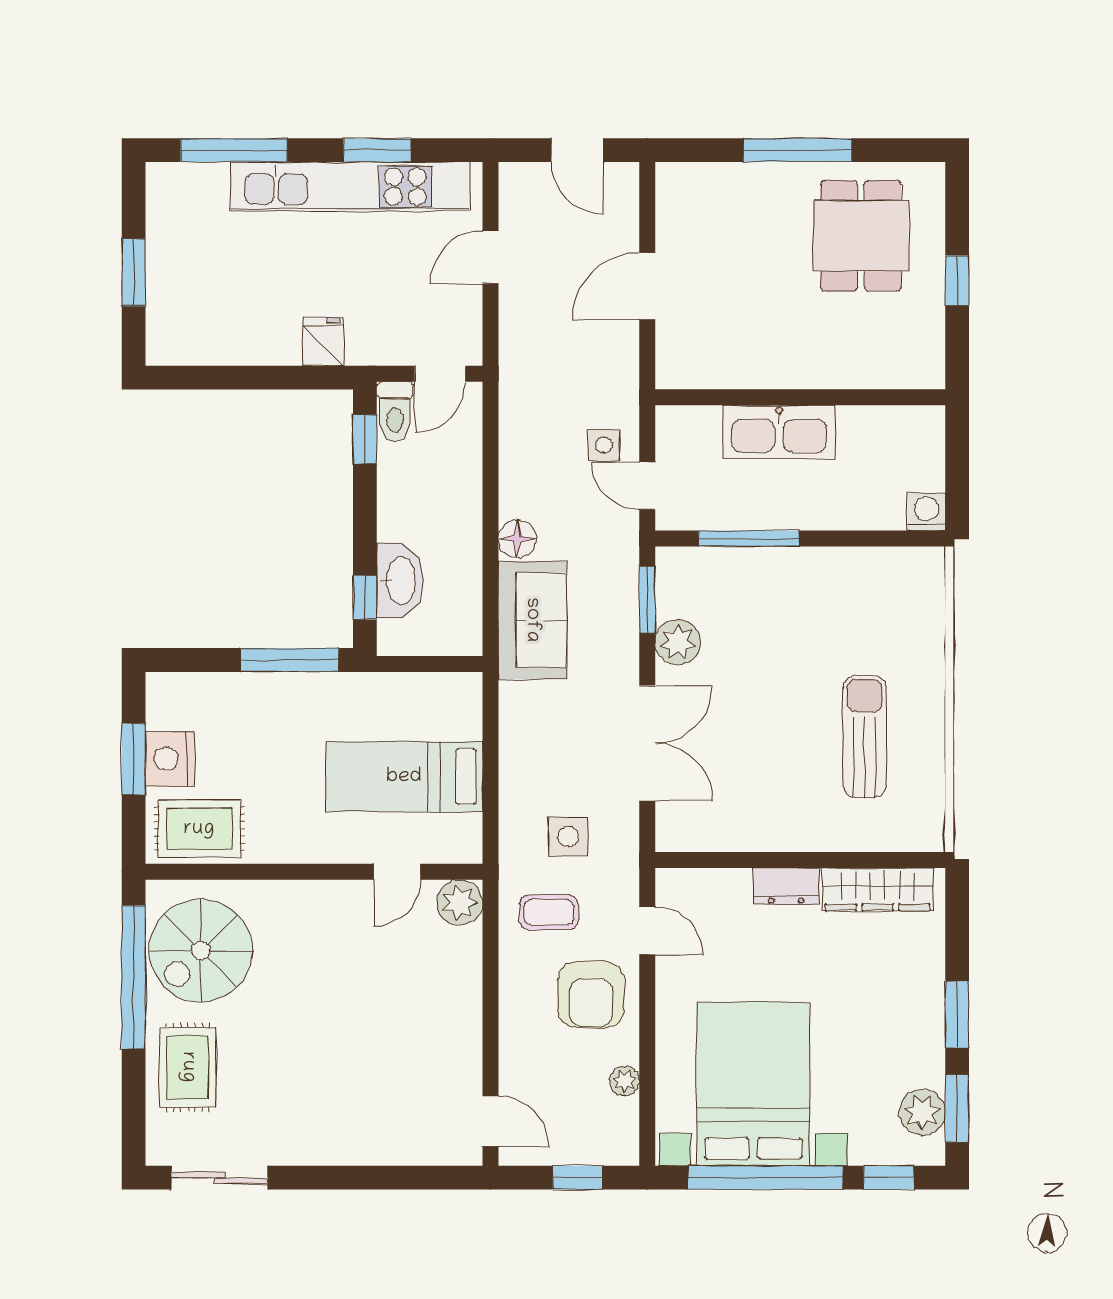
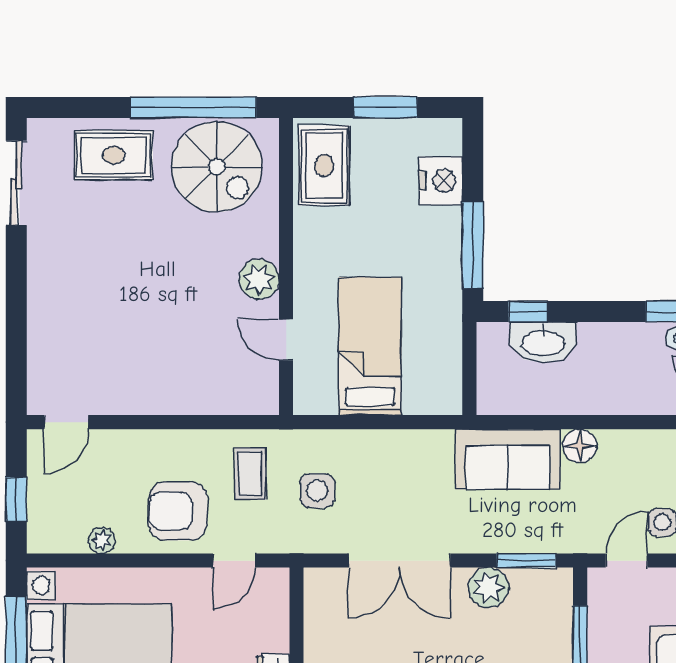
nightstand: (170, 759) -> (441, 181), moved, turned 90
plant: (460, 902) -> (259, 279), moved
spiral stairs: (201, 950) -> (217, 167), turned 180

